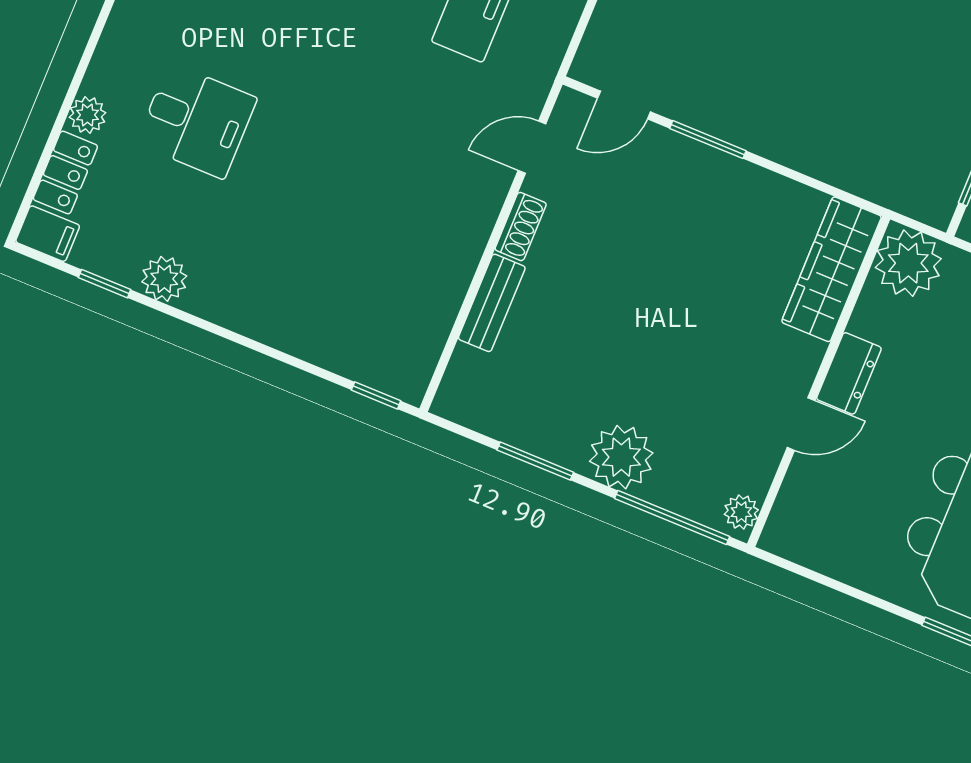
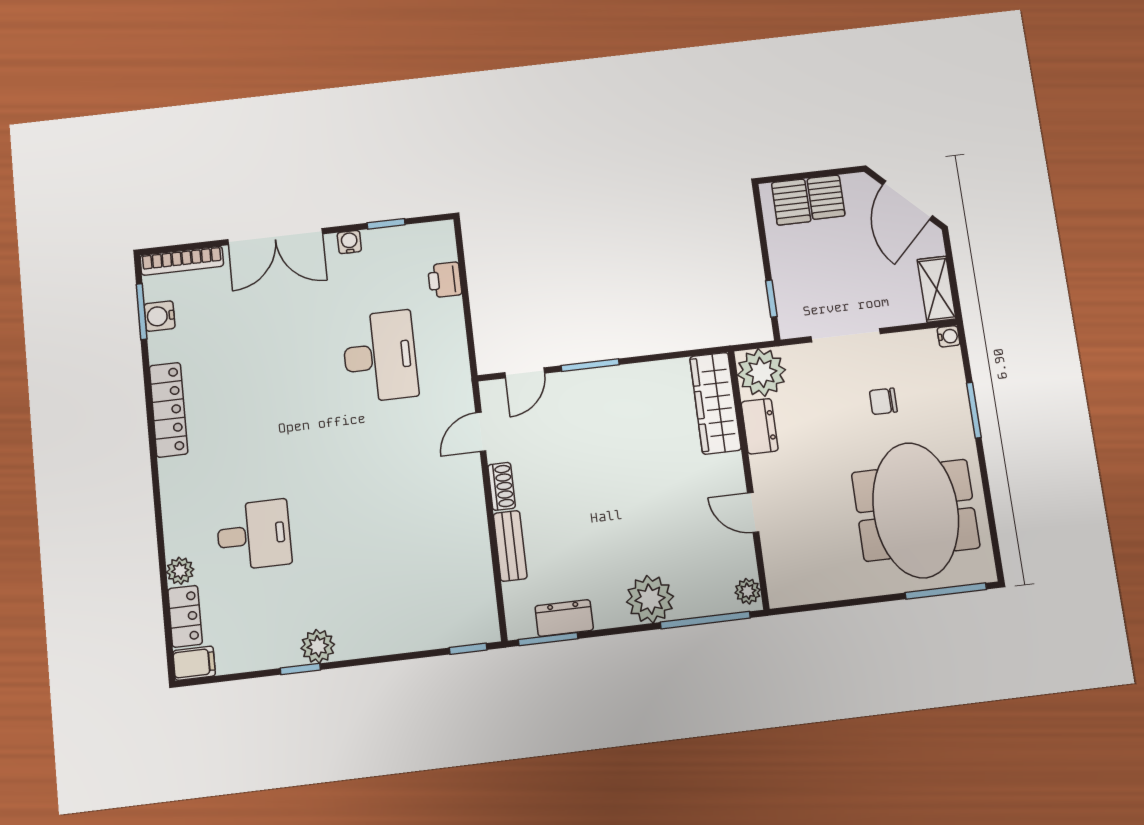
plant: (164, 279) -> (318, 646), moved
window: (105, 284) -> (300, 669), moved
dresser: (849, 373) -> (760, 426), moved
dresser: (508, 423) -> (564, 618), added
door: (801, 424) -> (753, 512), swing flipped
window: (535, 461) -> (548, 639), moved

